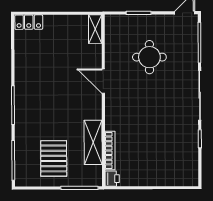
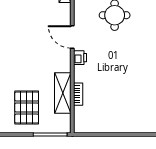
bookcase: (110, 150) -> (78, 94), width x0.64
printer: (112, 179) -> (80, 58), moved

